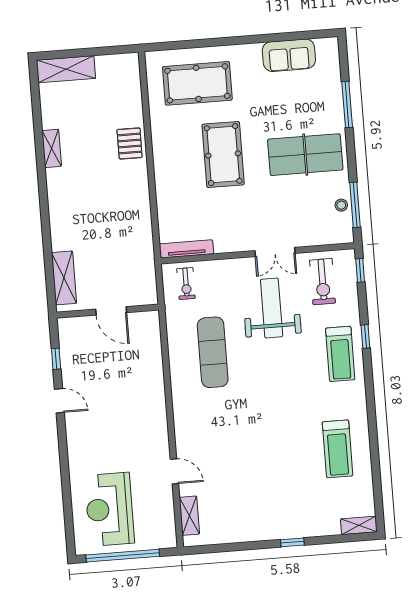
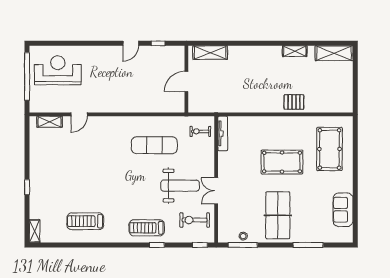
shelving: (66, 69) -> (334, 53), moved, turned 90

